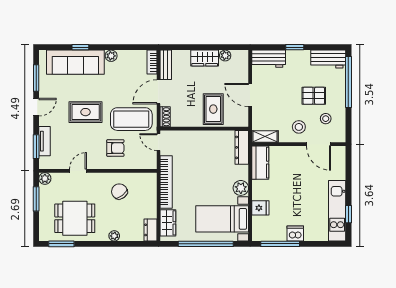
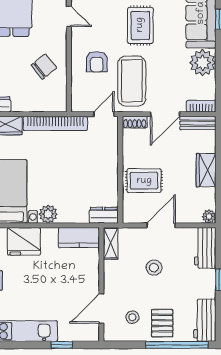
plant: (111, 56) -> (203, 63), width x1.88, depth x1.88
plant: (225, 56) -> (209, 217), moved
door: (158, 92) -> (165, 114), swing flipped
pallet: (314, 96) -> (162, 323), moved
stool: (299, 127) -> (154, 268), moved
dresser: (242, 147) -> (104, 215), width x0.70
fridge: (260, 208) -> (24, 241), width x1.88, depth x1.34
window: (348, 214) -> (62, 345), moved

